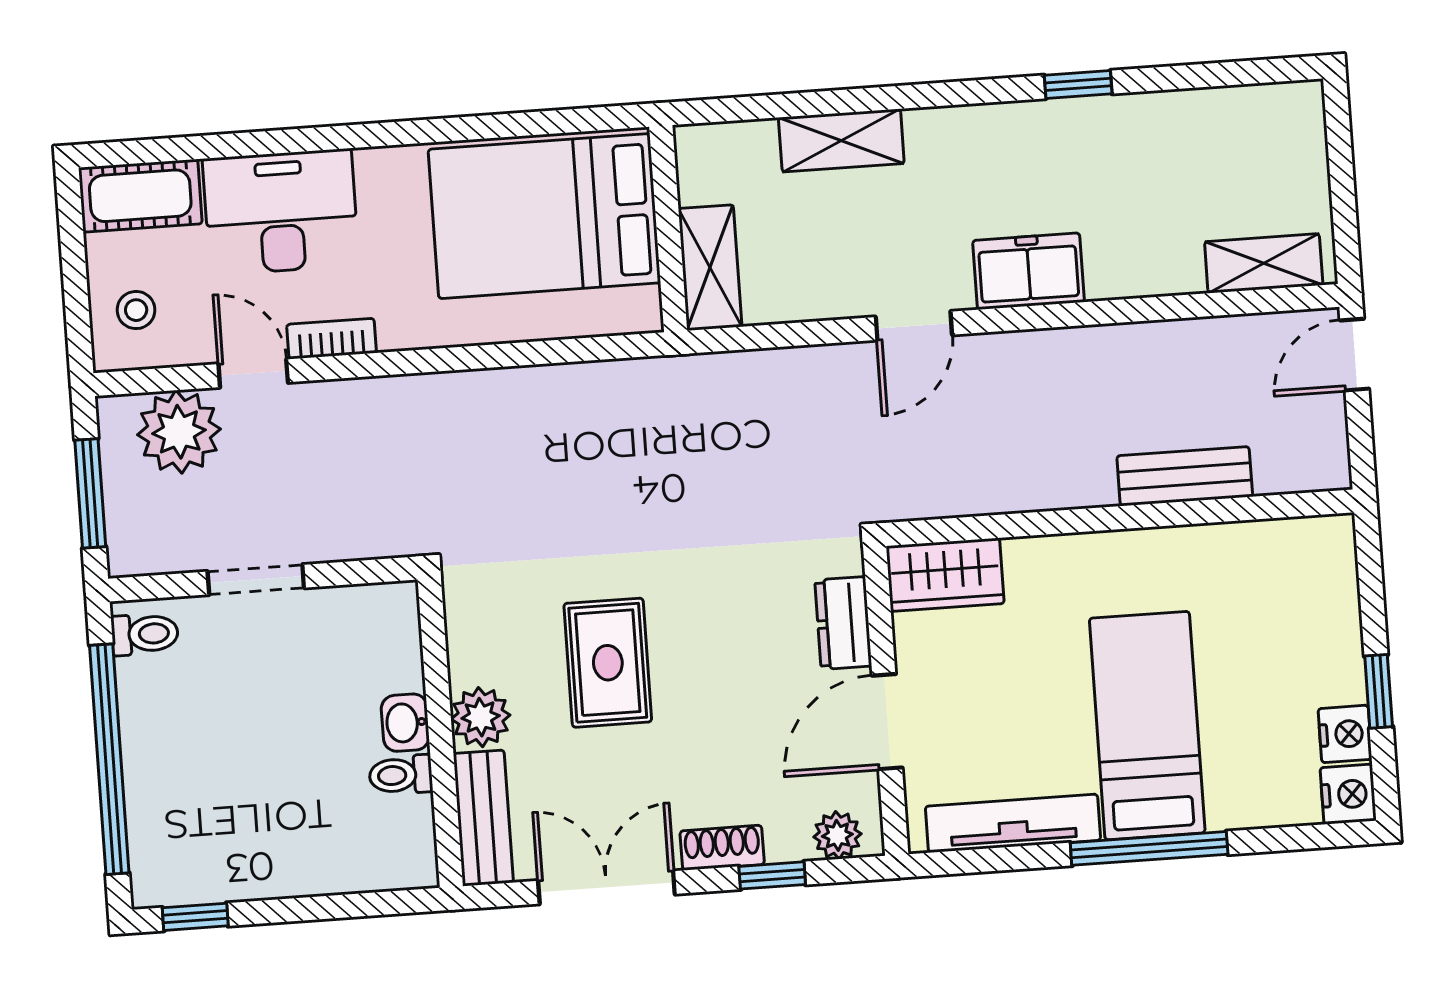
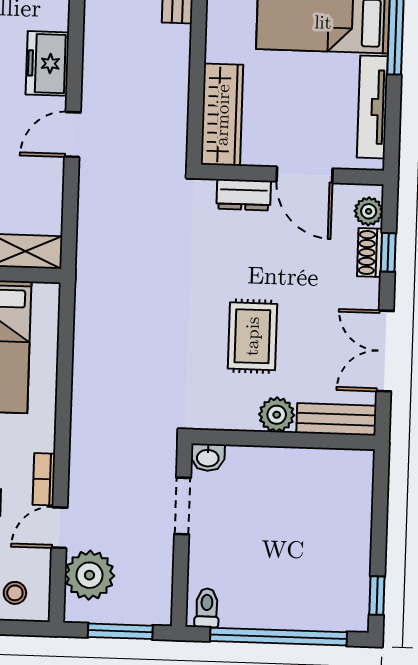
door: (914, 326) -> (73, 135), swing flipped
wardrobe: (945, 575) -> (222, 115), width x1.50
doorway: (256, 580) -> (183, 506), moved
rug: (608, 663) -> (252, 336), turned 90
washbasin: (405, 723) -> (208, 457), moved
toilet: (401, 775) -> (306, 465), removed
shoe rack: (722, 848) -> (370, 253), moved

